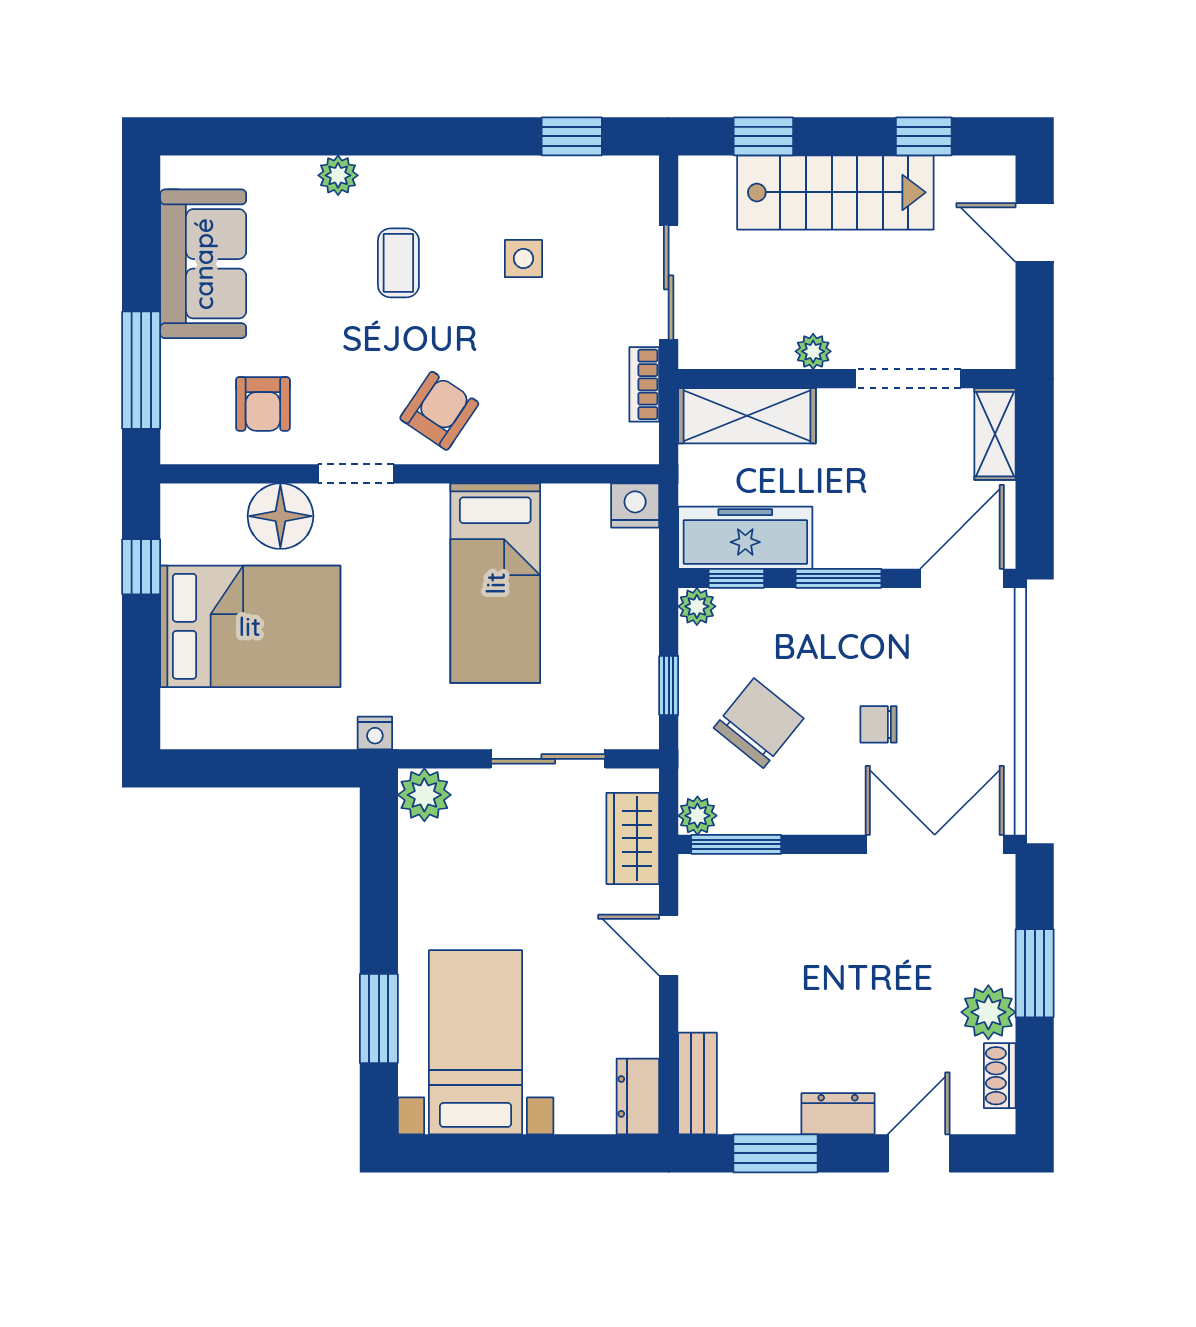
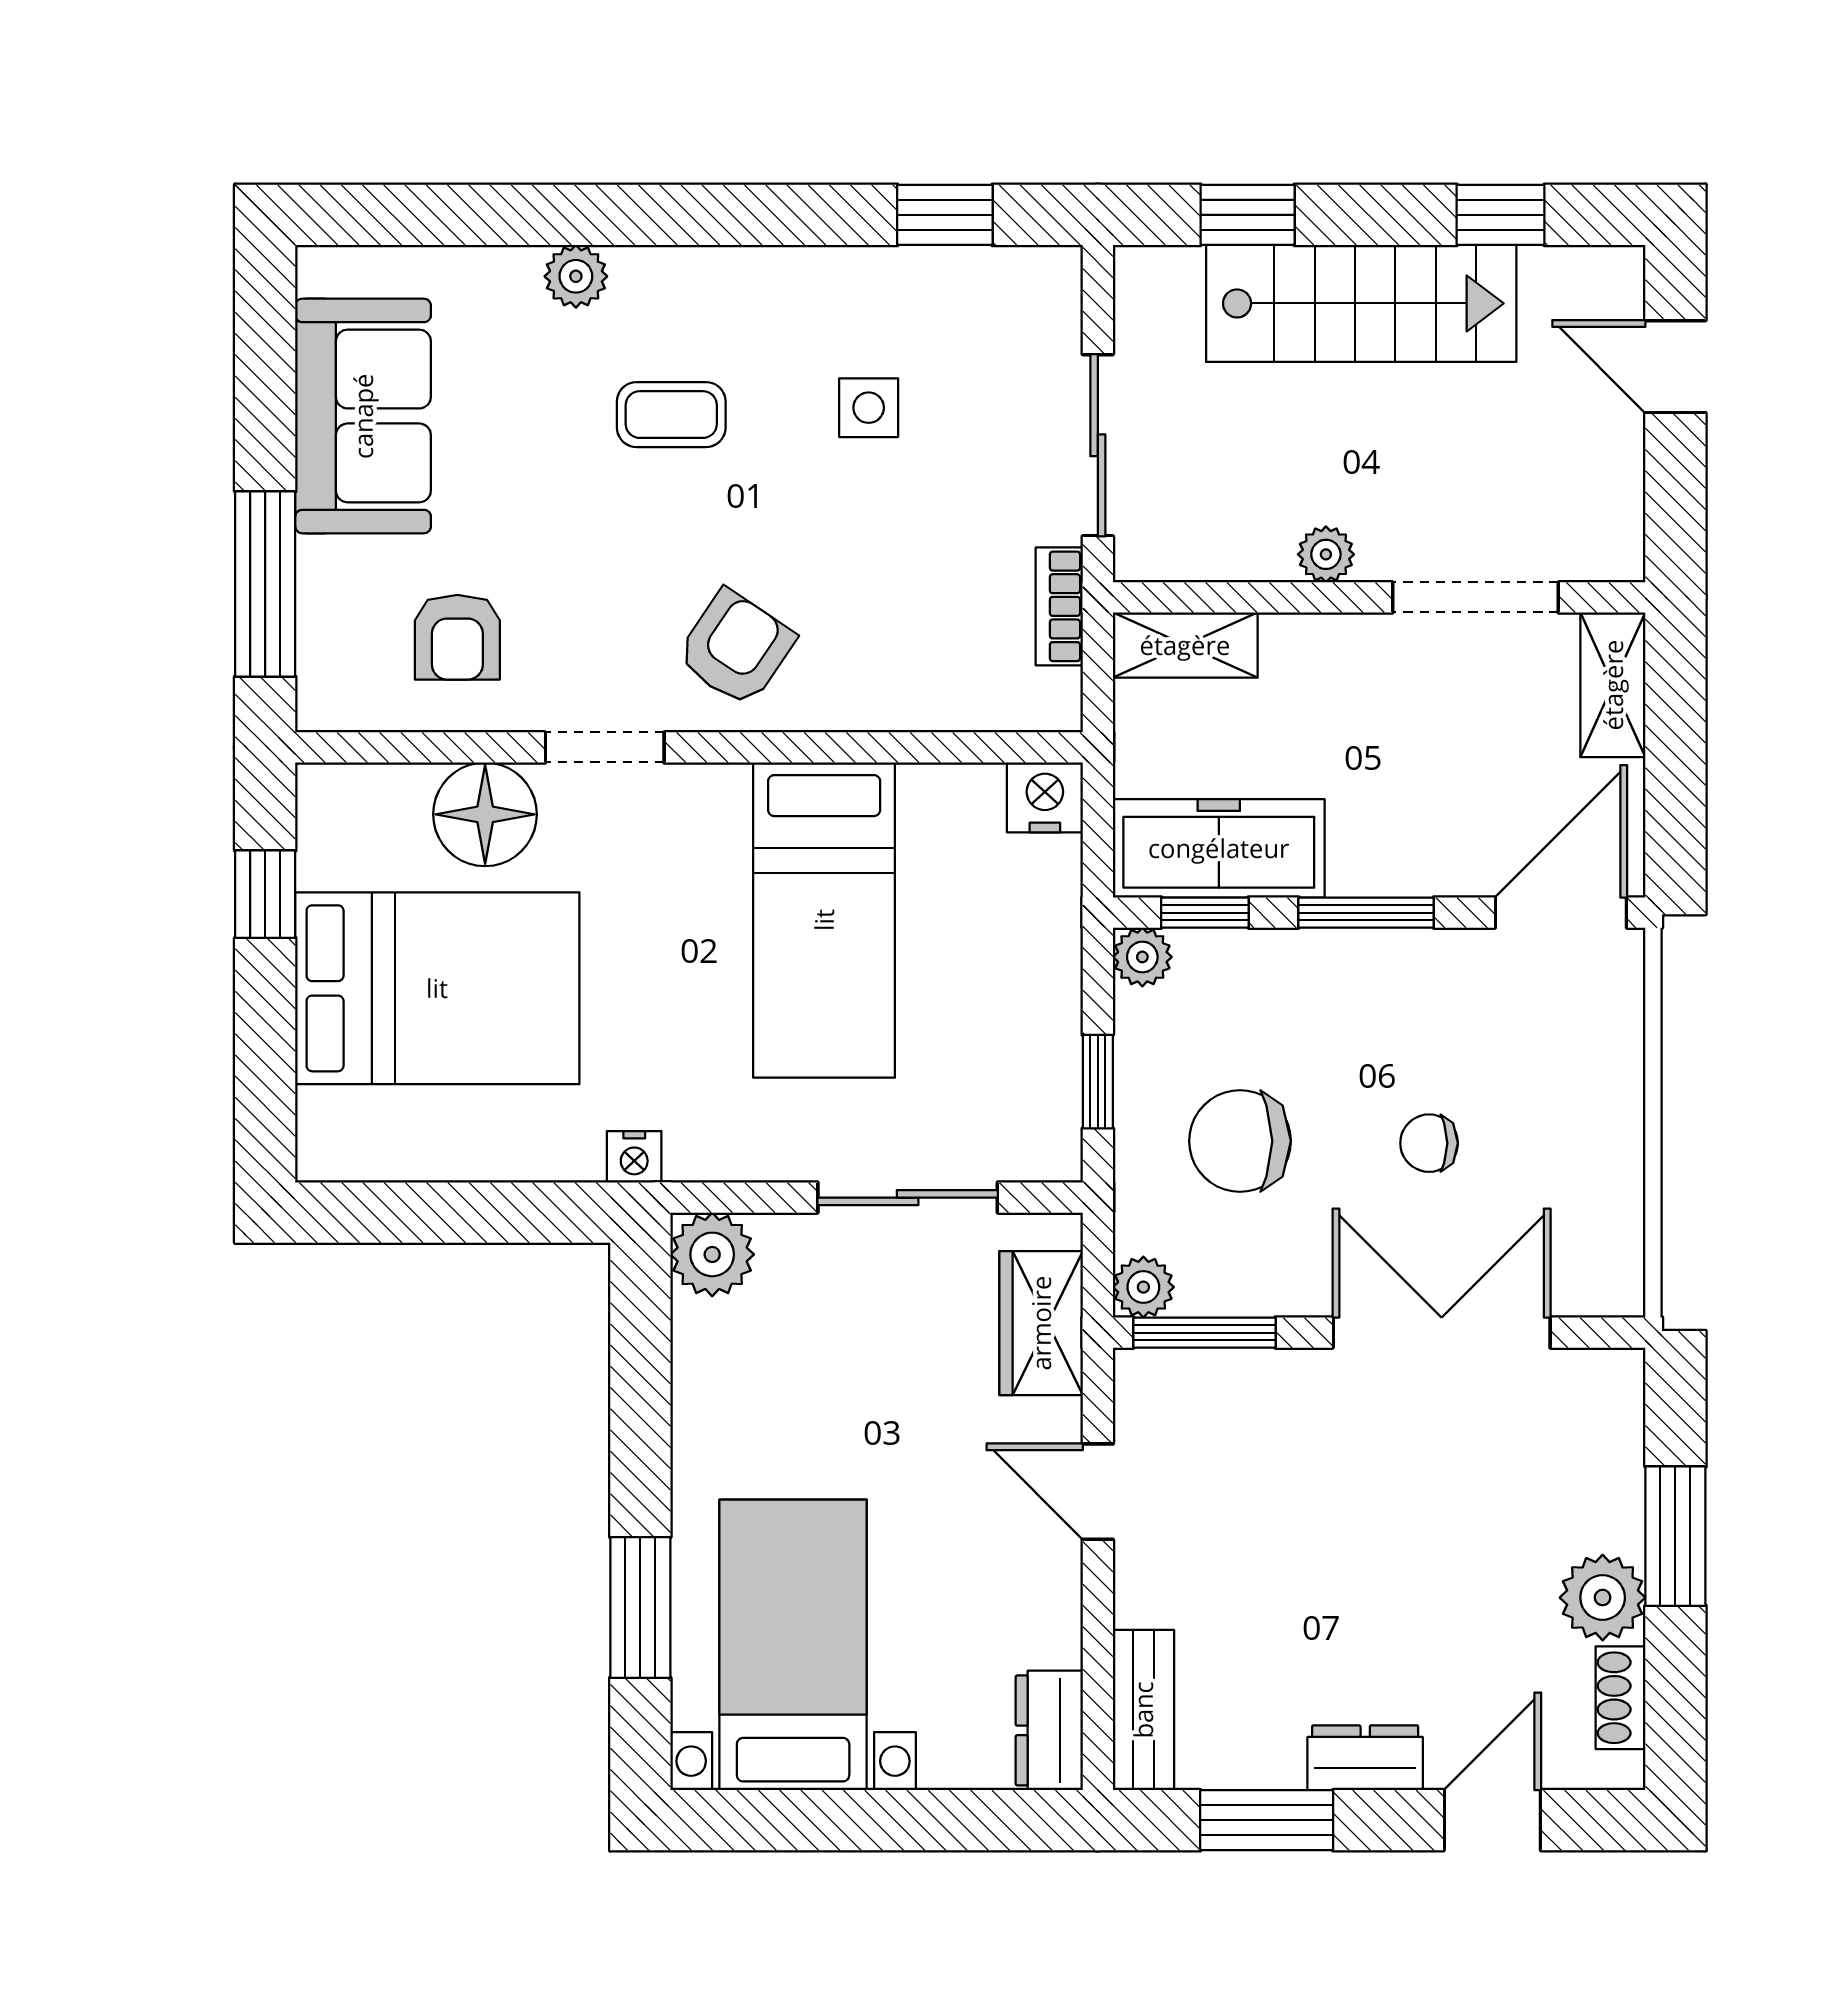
coffee table: (398, 263) -> (671, 415), turned 90
shelving: (747, 416) -> (1185, 645), width x0.67, depth x0.75
chair: (759, 723) -> (1240, 1141), turned -129
double door: (935, 844) -> (1442, 1333), moved

